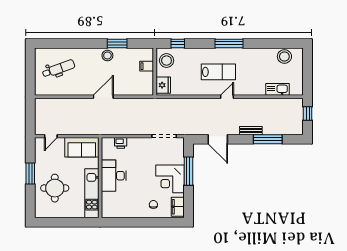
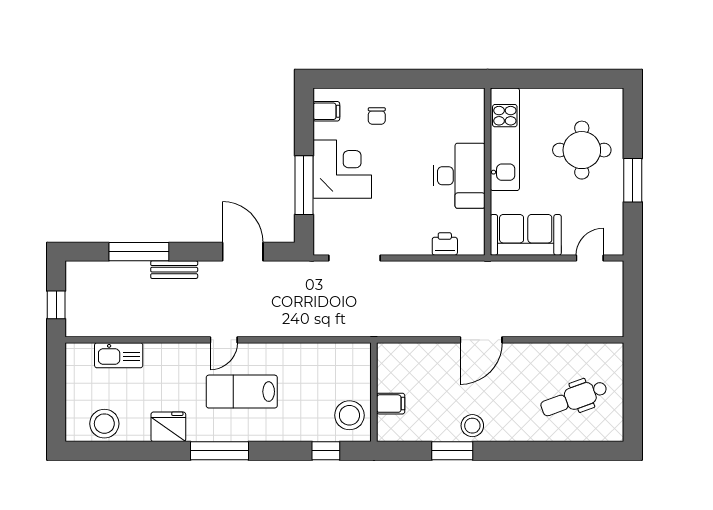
fridge: (163, 85) -> (168, 427), moved, turned 90
filing cabinet: (178, 207) -> (326, 111), width x0.50

